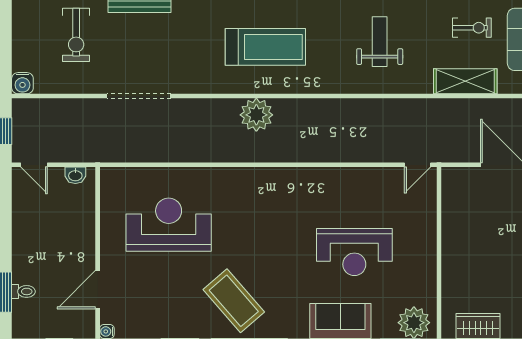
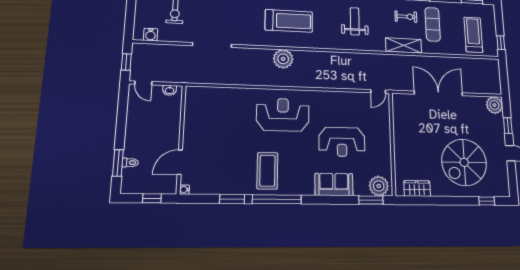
water cooler: (22, 83) -> (151, 35), moved
reception desk: (169, 225) -> (283, 115), moved
coffee table: (234, 301) -> (267, 171), turned 41

